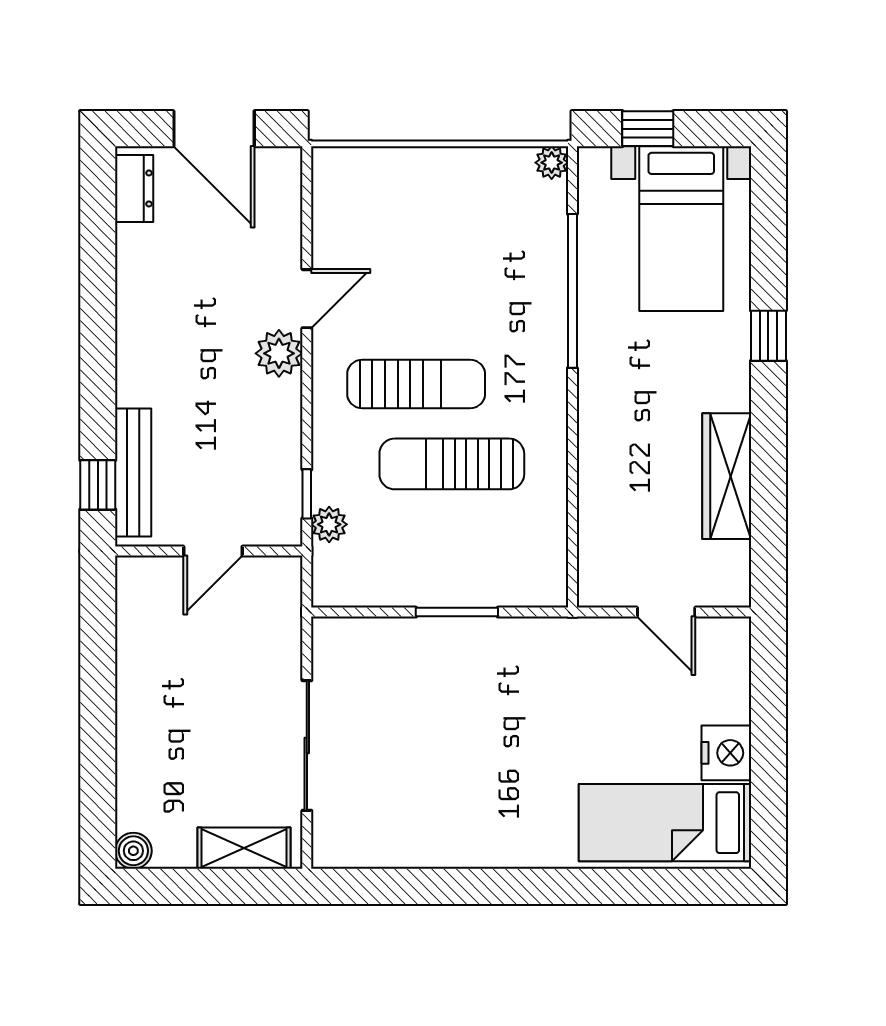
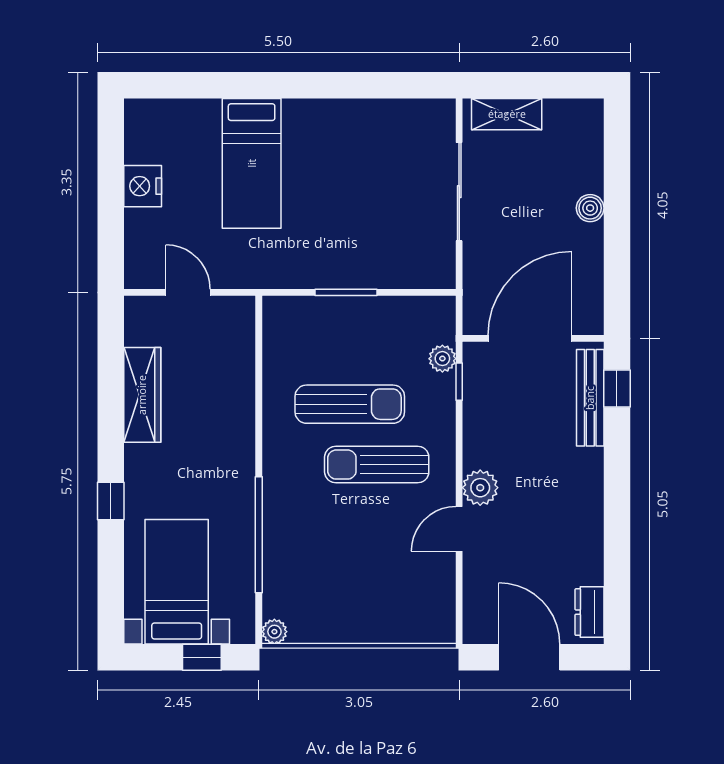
door: (213, 551) -> (530, 338), width x1.88
bed: (665, 823) -> (252, 163), moved, turned 90
boiler: (133, 851) -> (590, 208), moved

